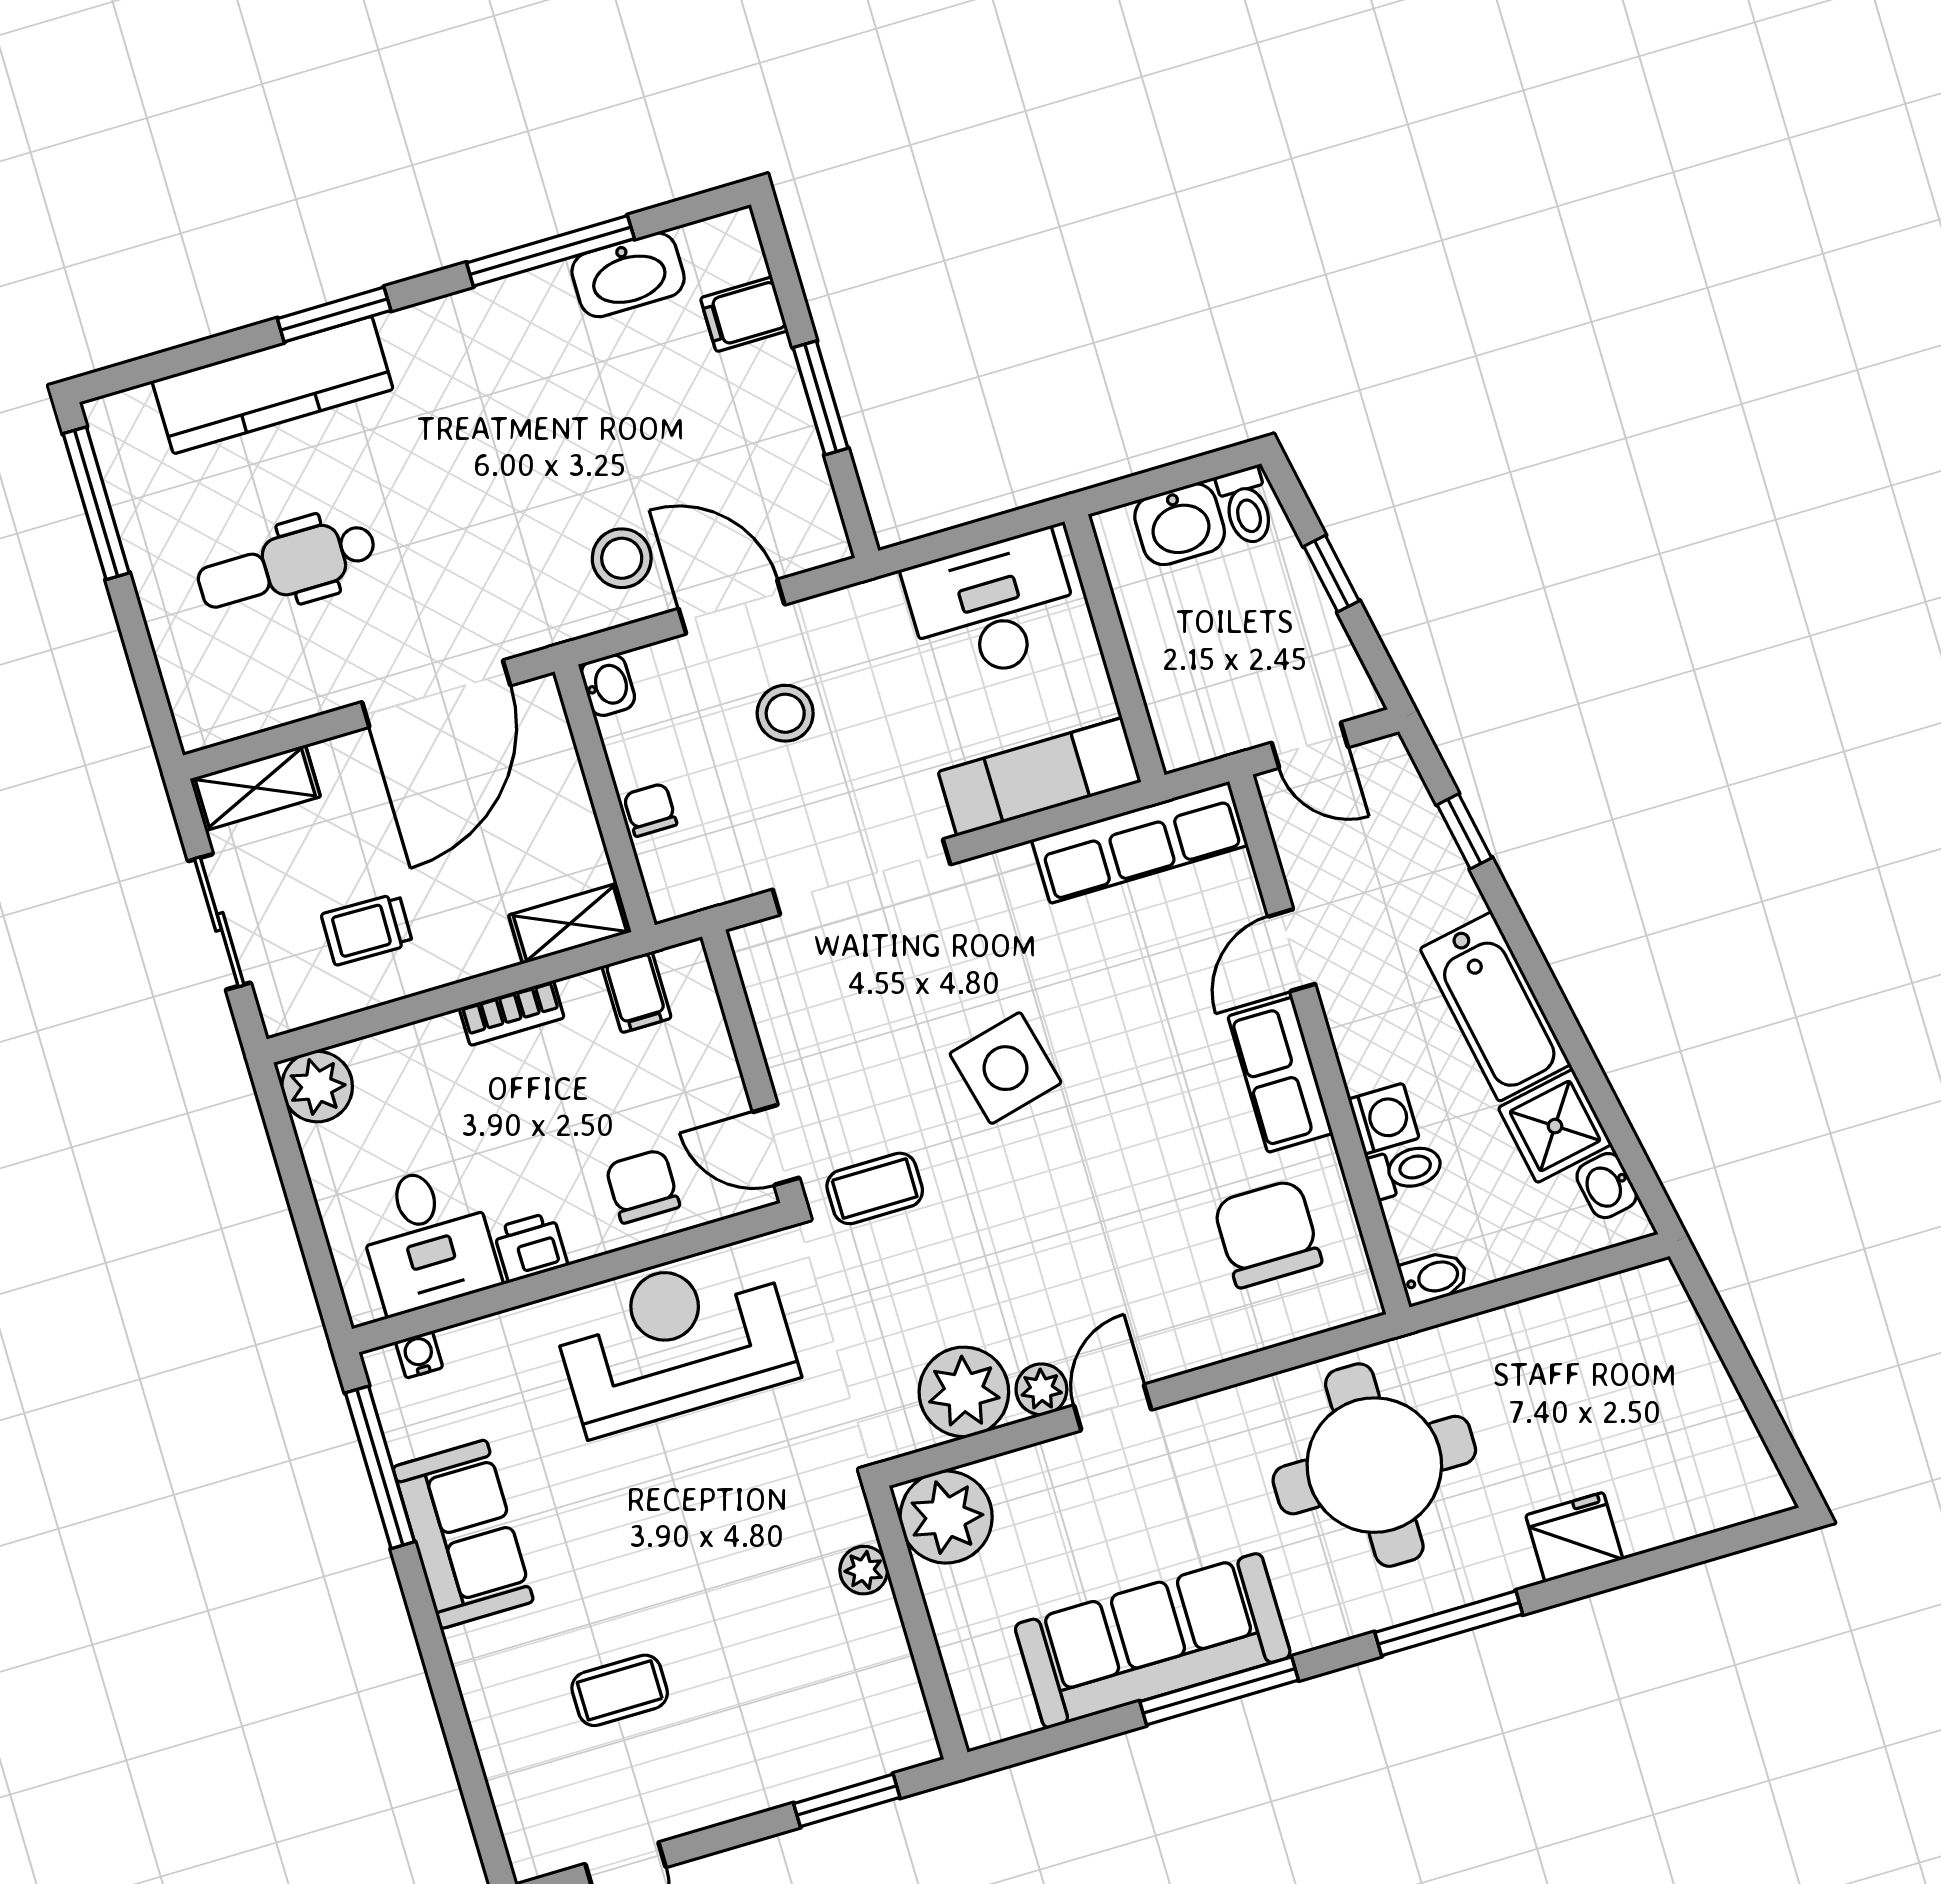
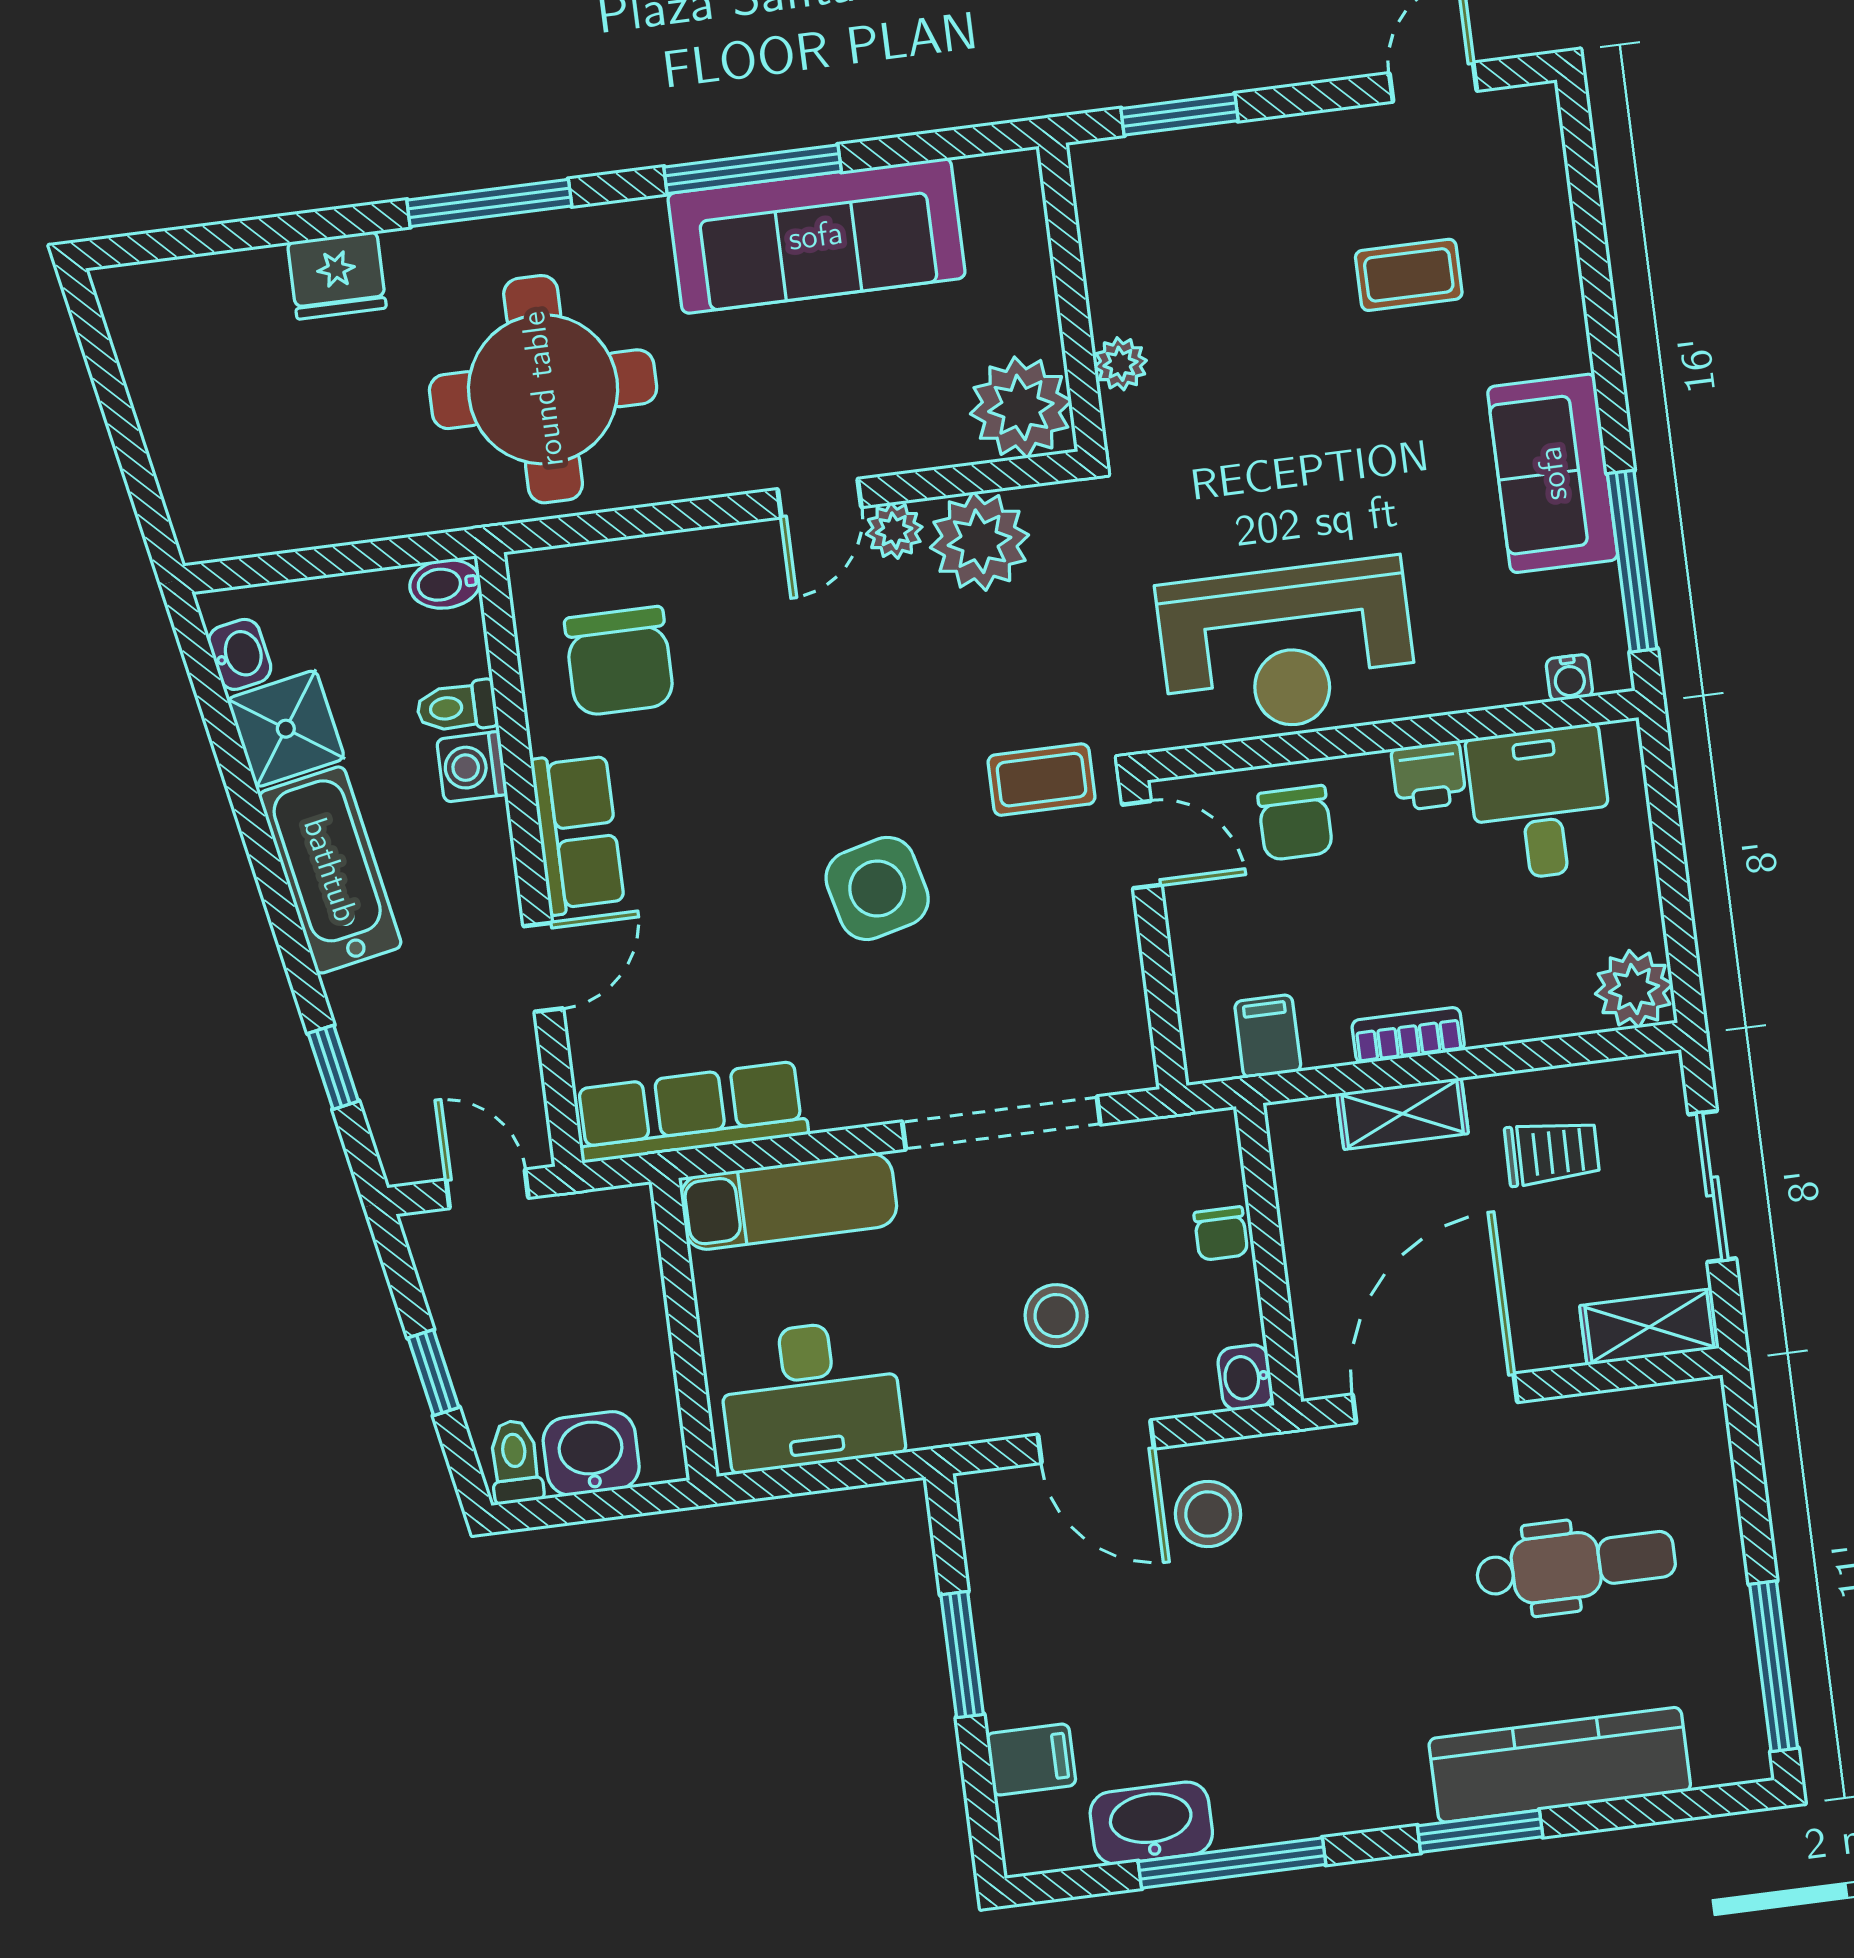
shelving: (570, 924) -> (1403, 1114), moved

